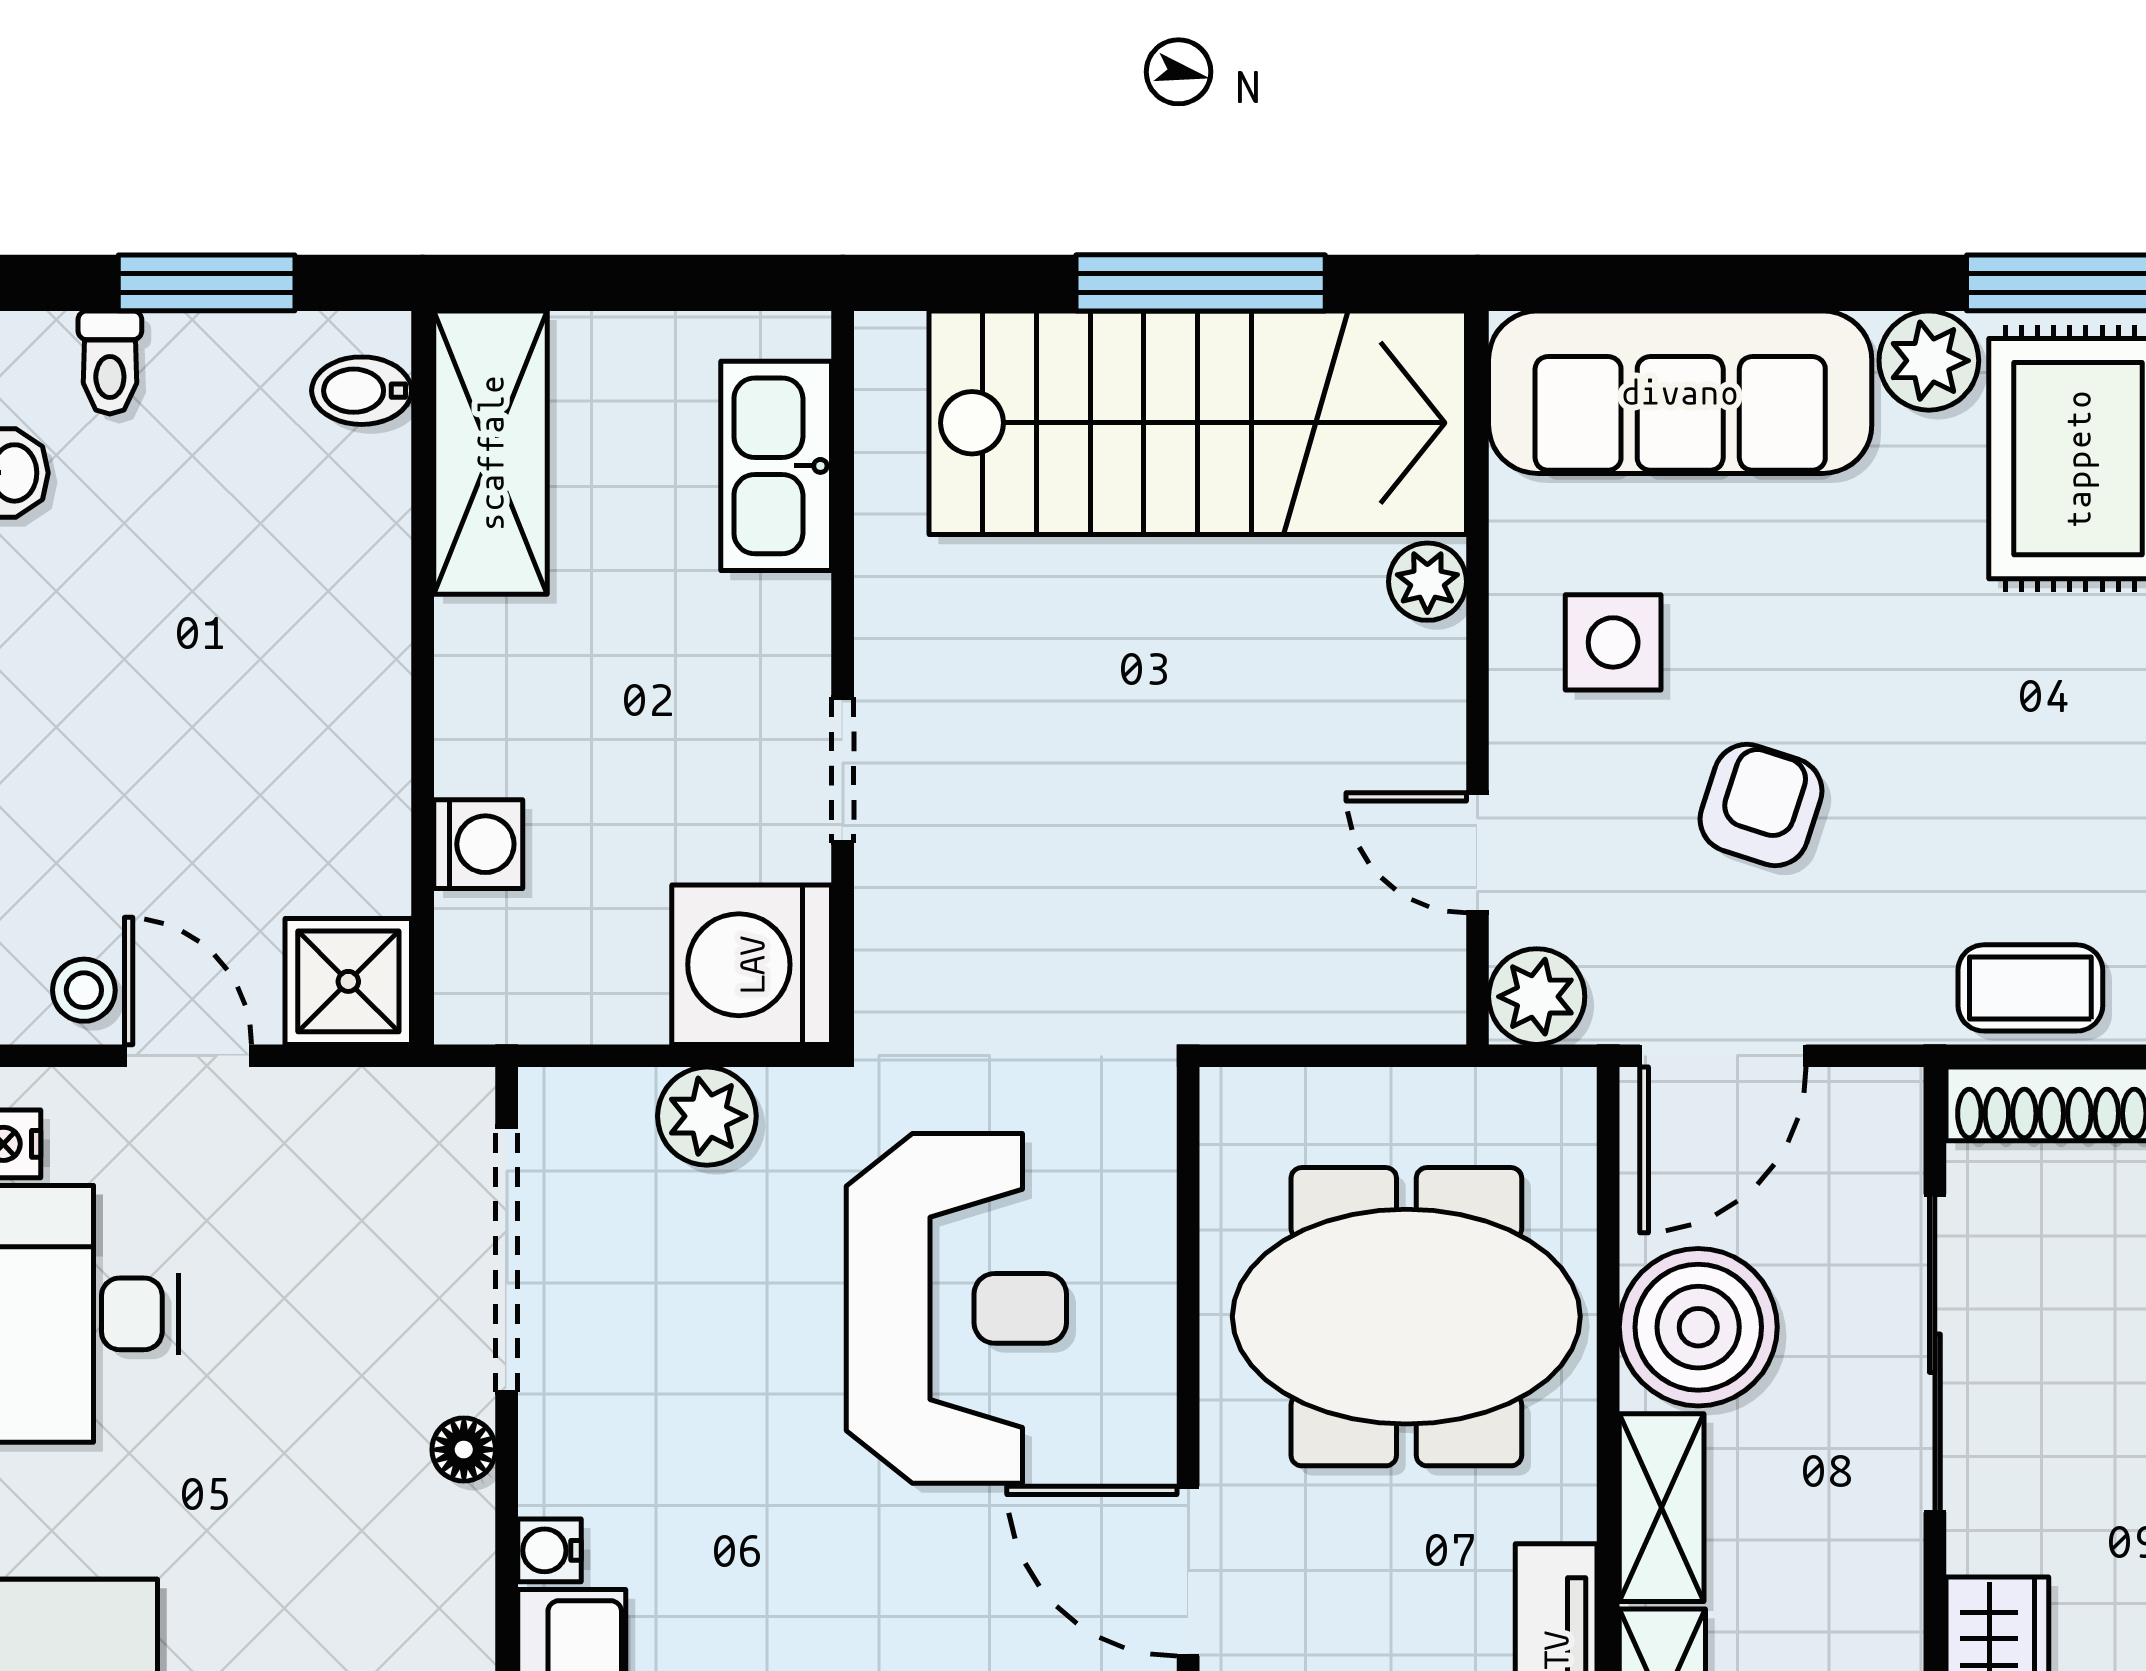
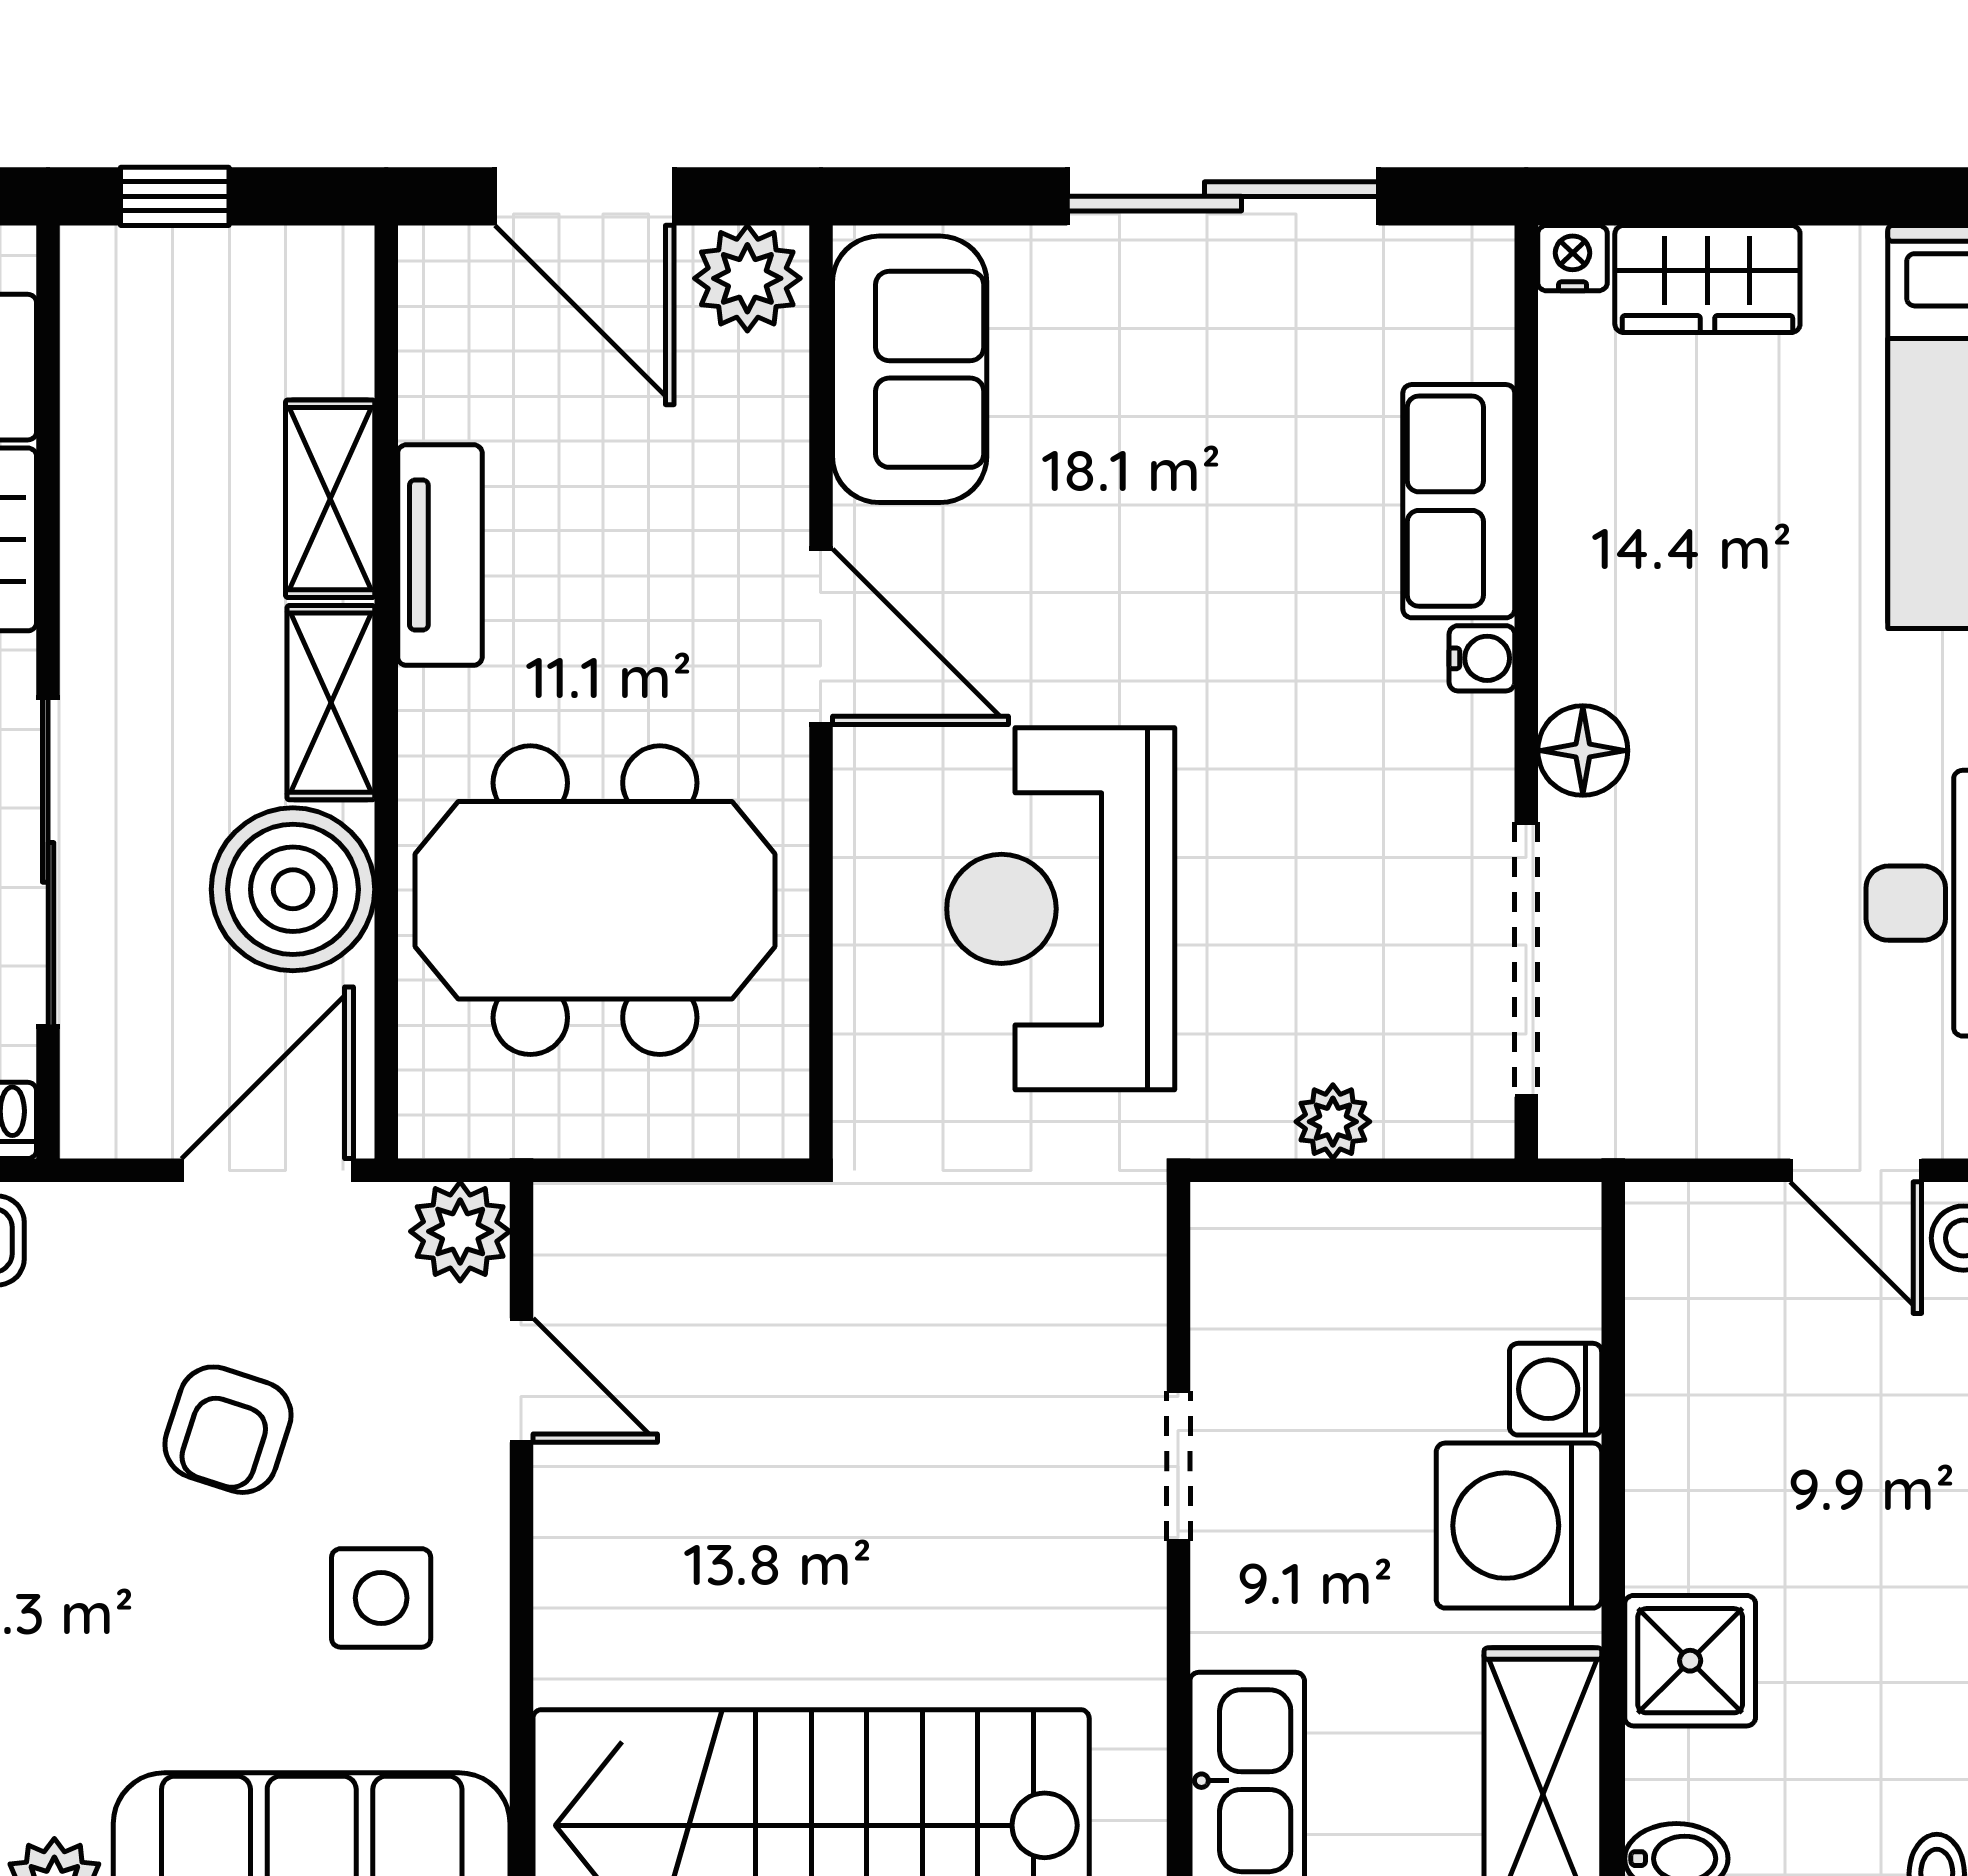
plant: (1427, 582) -> (573, 1661), removed
washing machine: (752, 965) -> (1519, 1526), moved, turned 180
shower: (348, 981) -> (1690, 1661), moved
plant: (707, 1116) -> (1333, 1122), width x0.73, depth x0.73
floor lamp: (464, 1450) -> (1583, 751), width x1.37, depth x1.37

